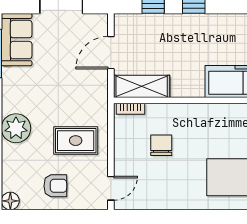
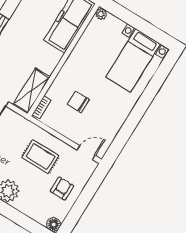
rug: (76, 141) -> (40, 157), turned 90
door: (111, 188) -> (86, 153), hinge flipped

